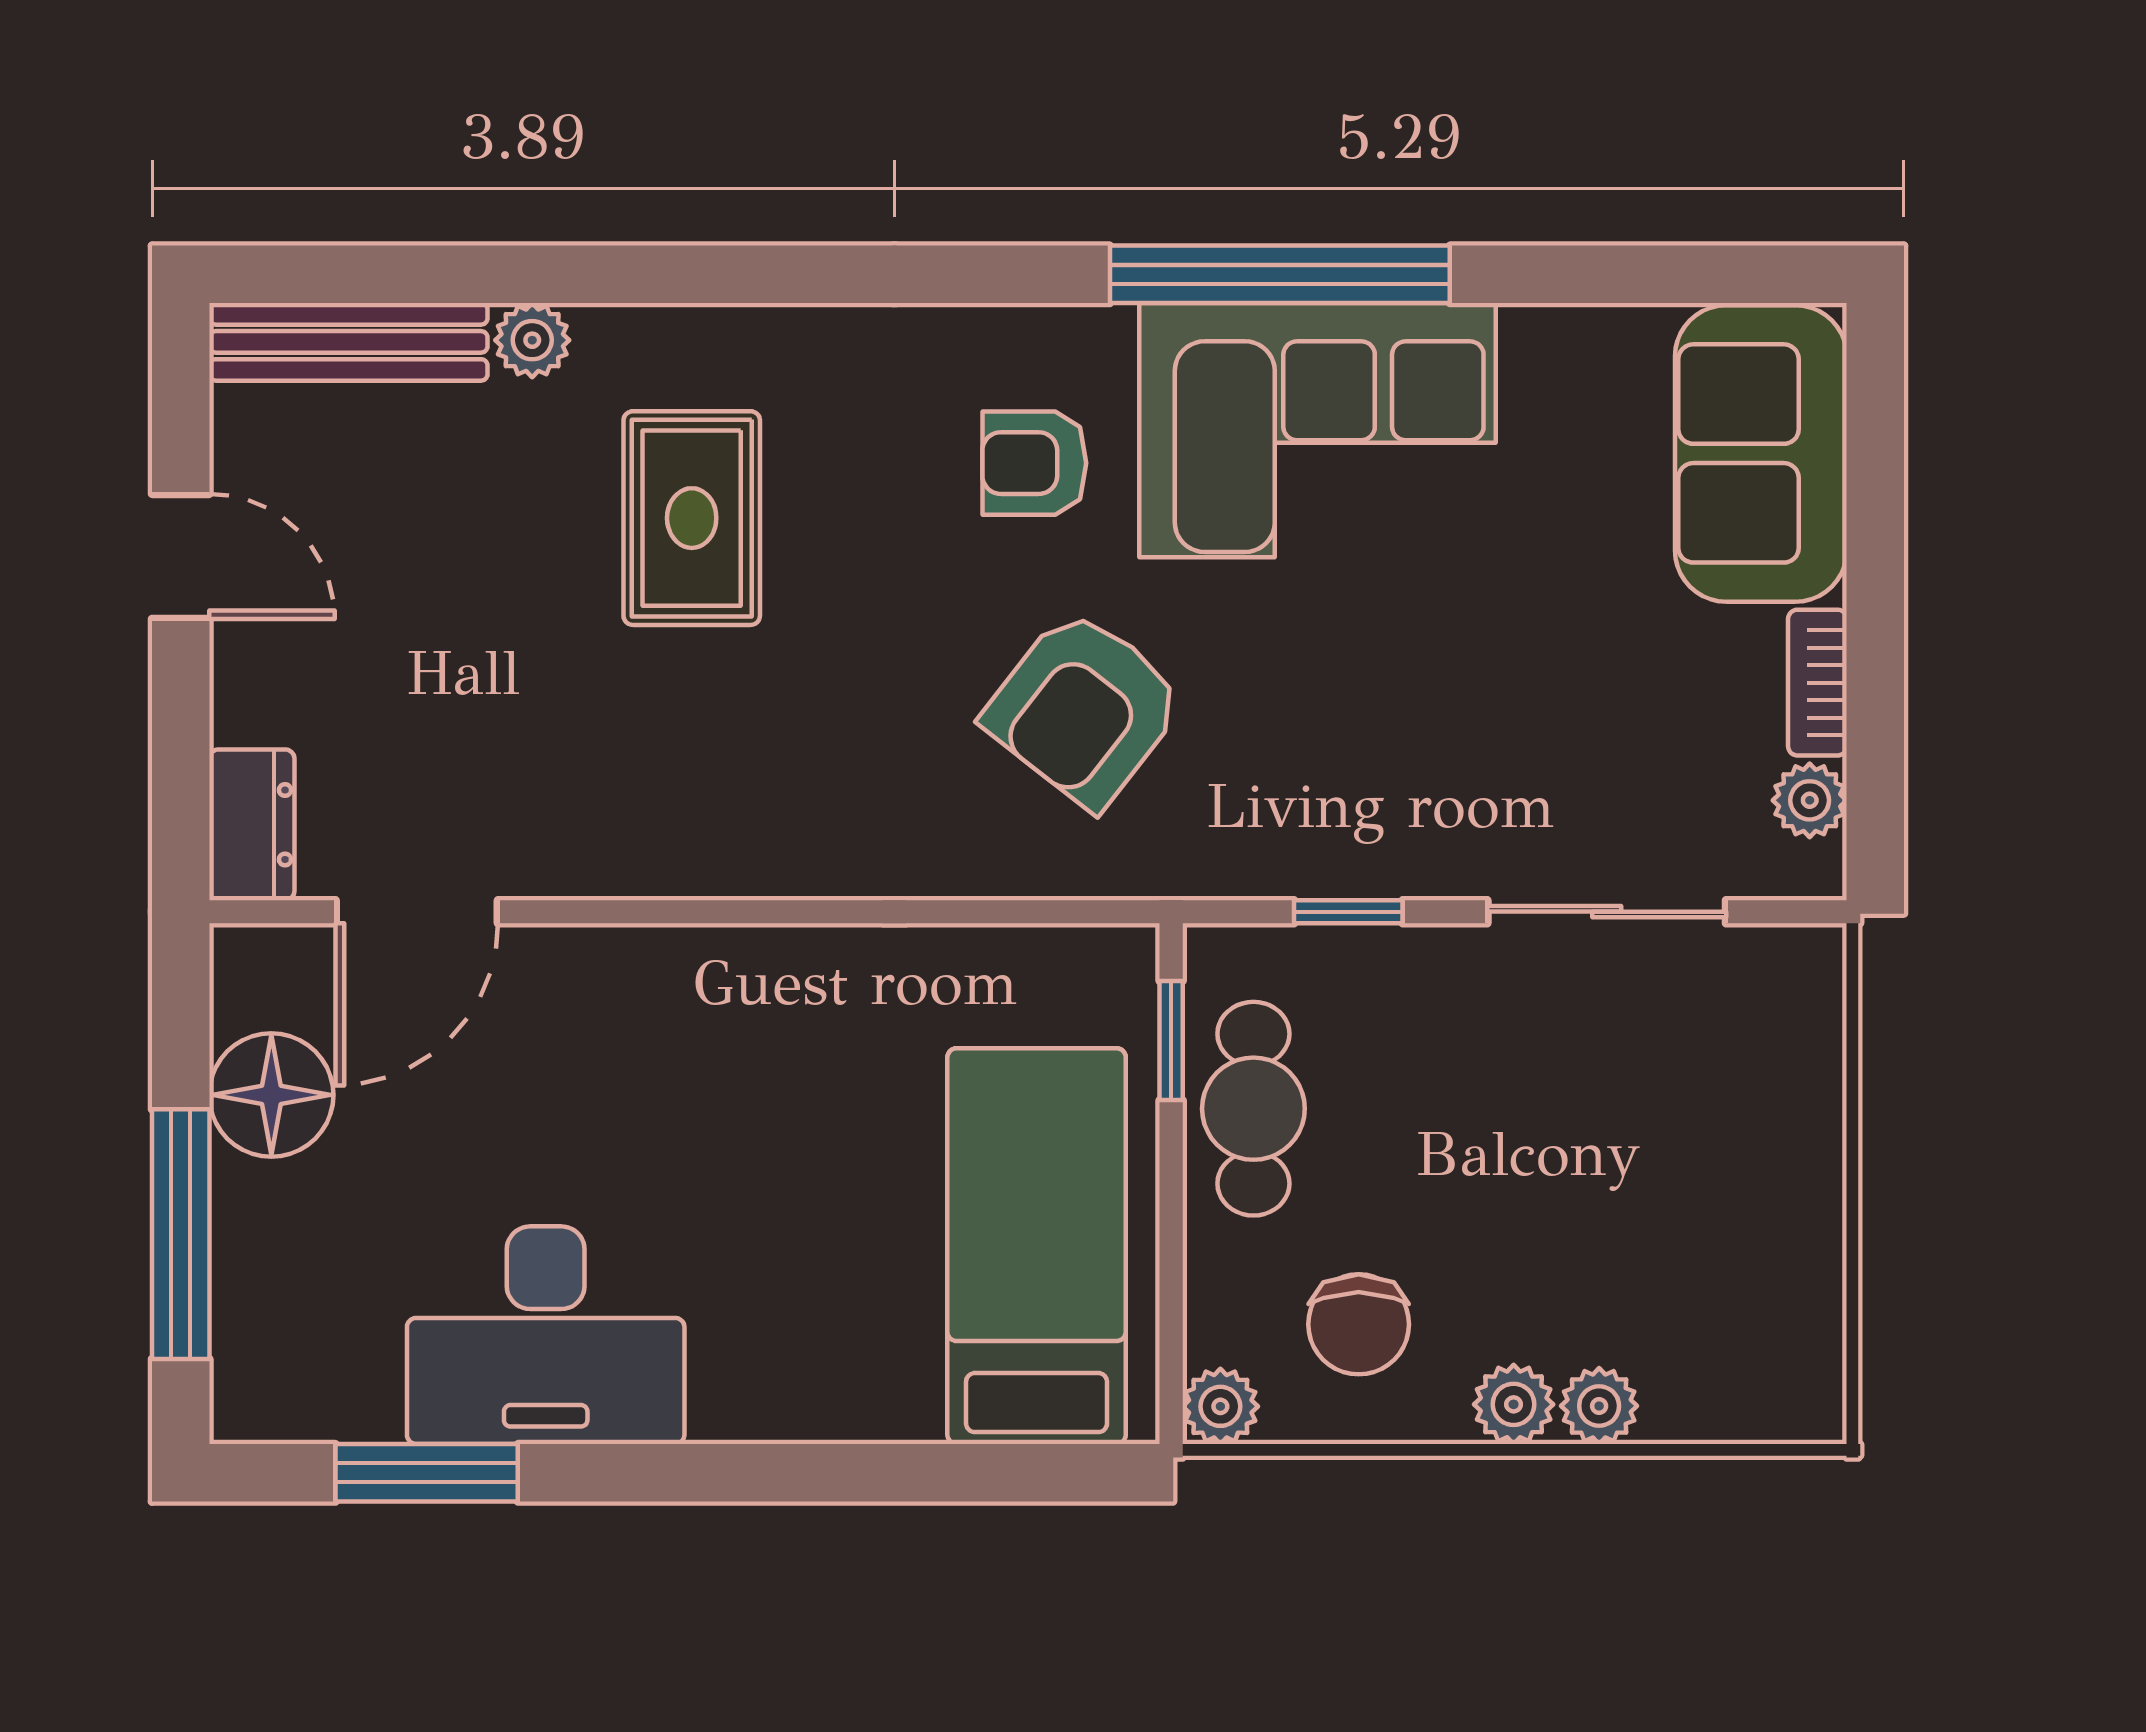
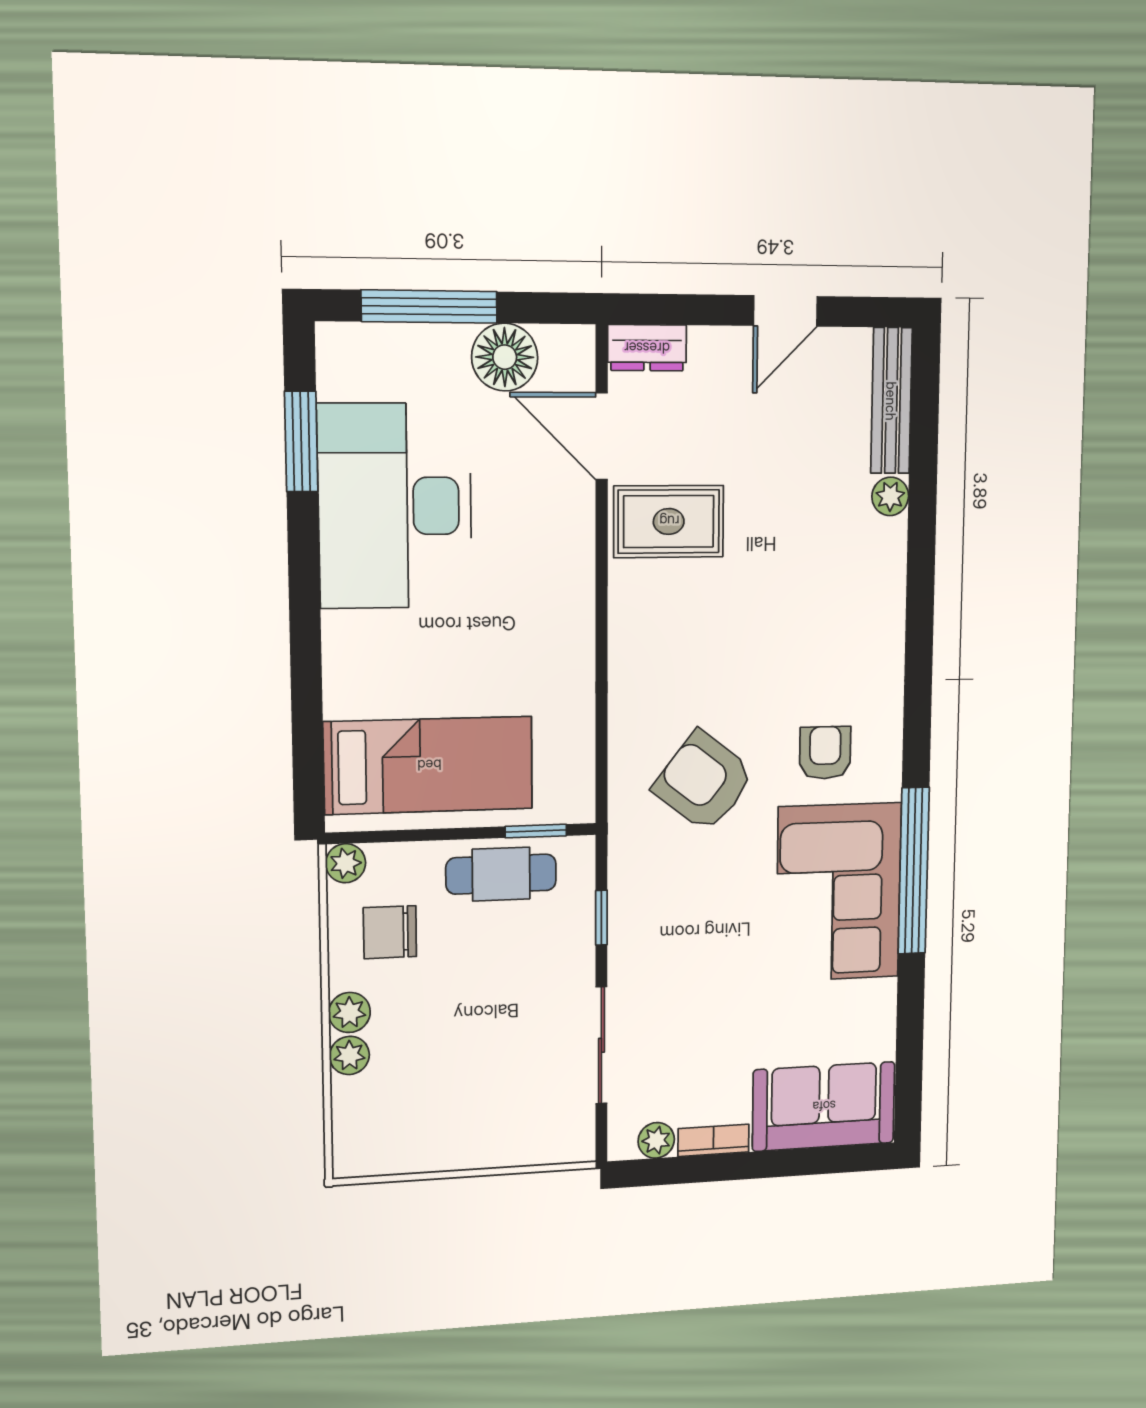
rug: (692, 518) -> (669, 521), moved
desk: (546, 1335) -> (395, 506), width x1.36, depth x1.30

